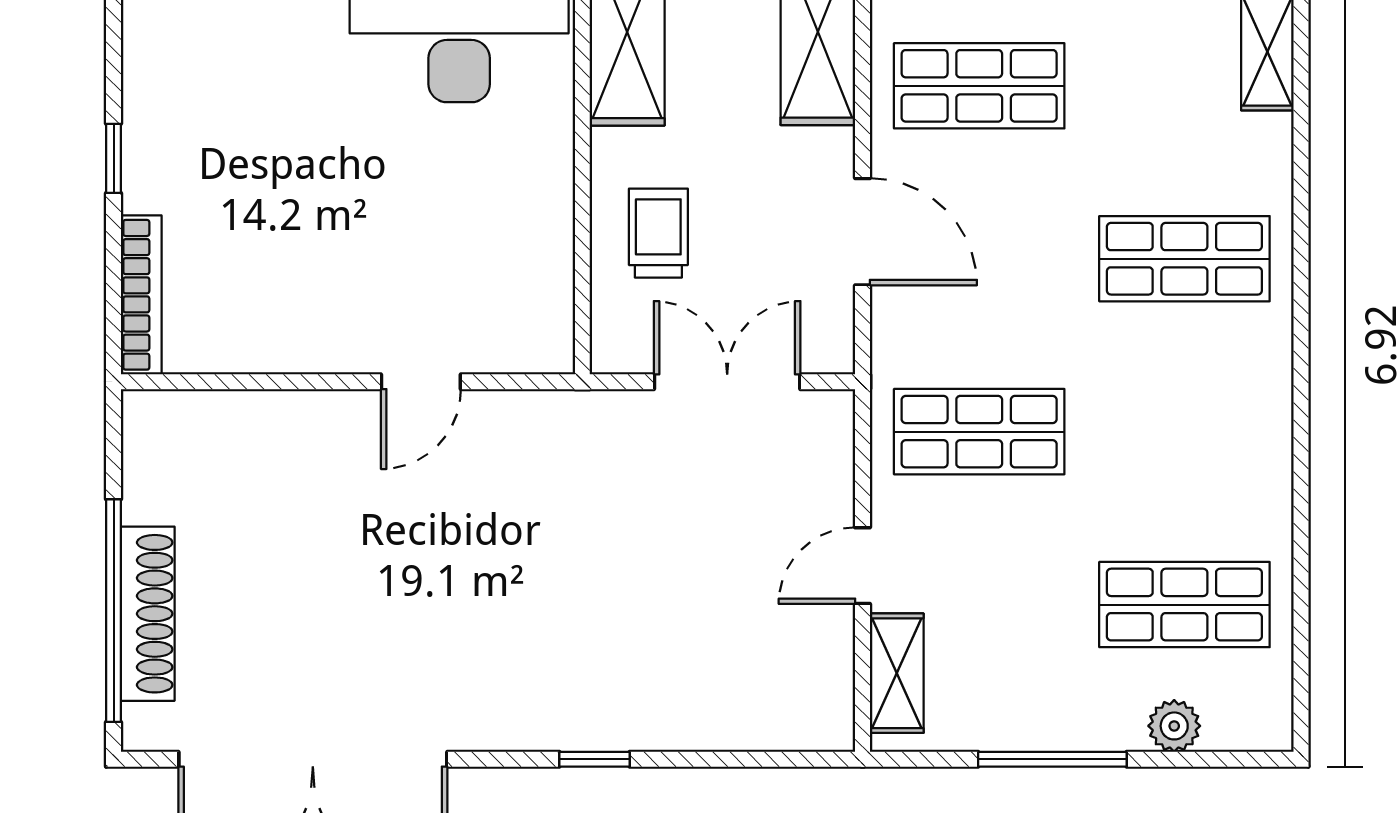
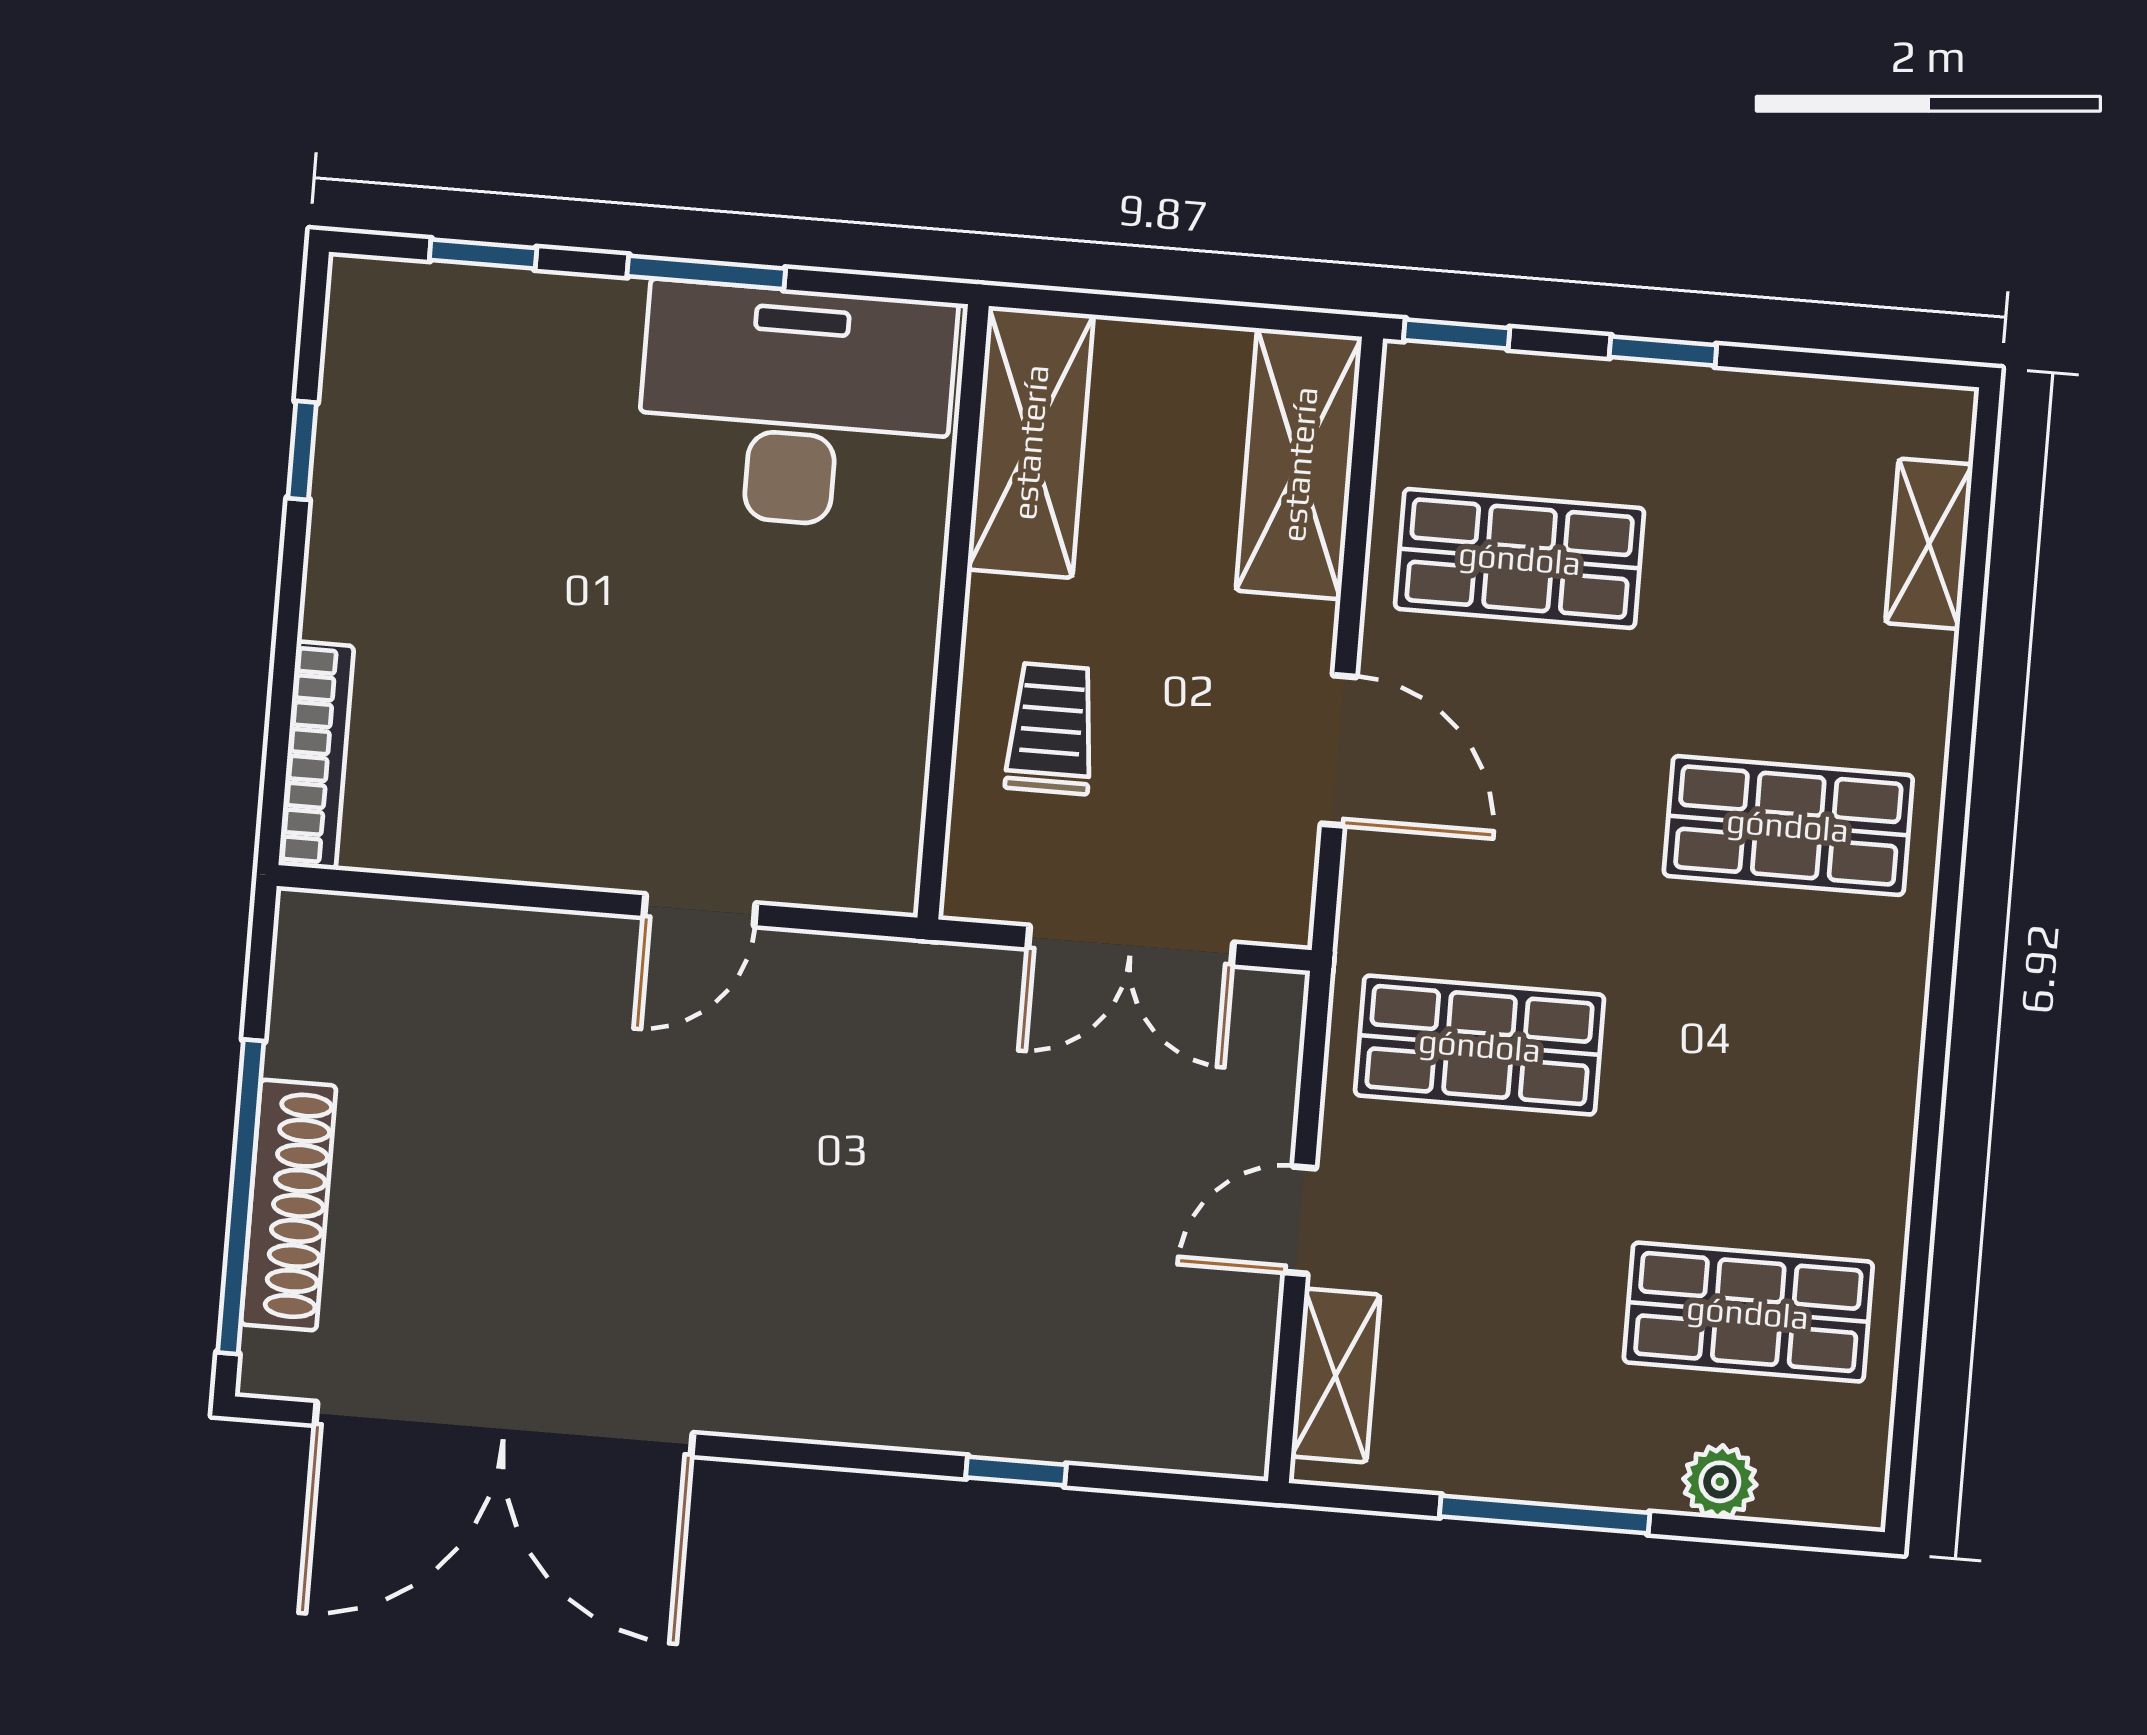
window: (114, 158) -> (302, 450), moved
double door: (727, 382) -> (1131, 946), swing flipped
window: (594, 759) -> (1016, 1471), moved

